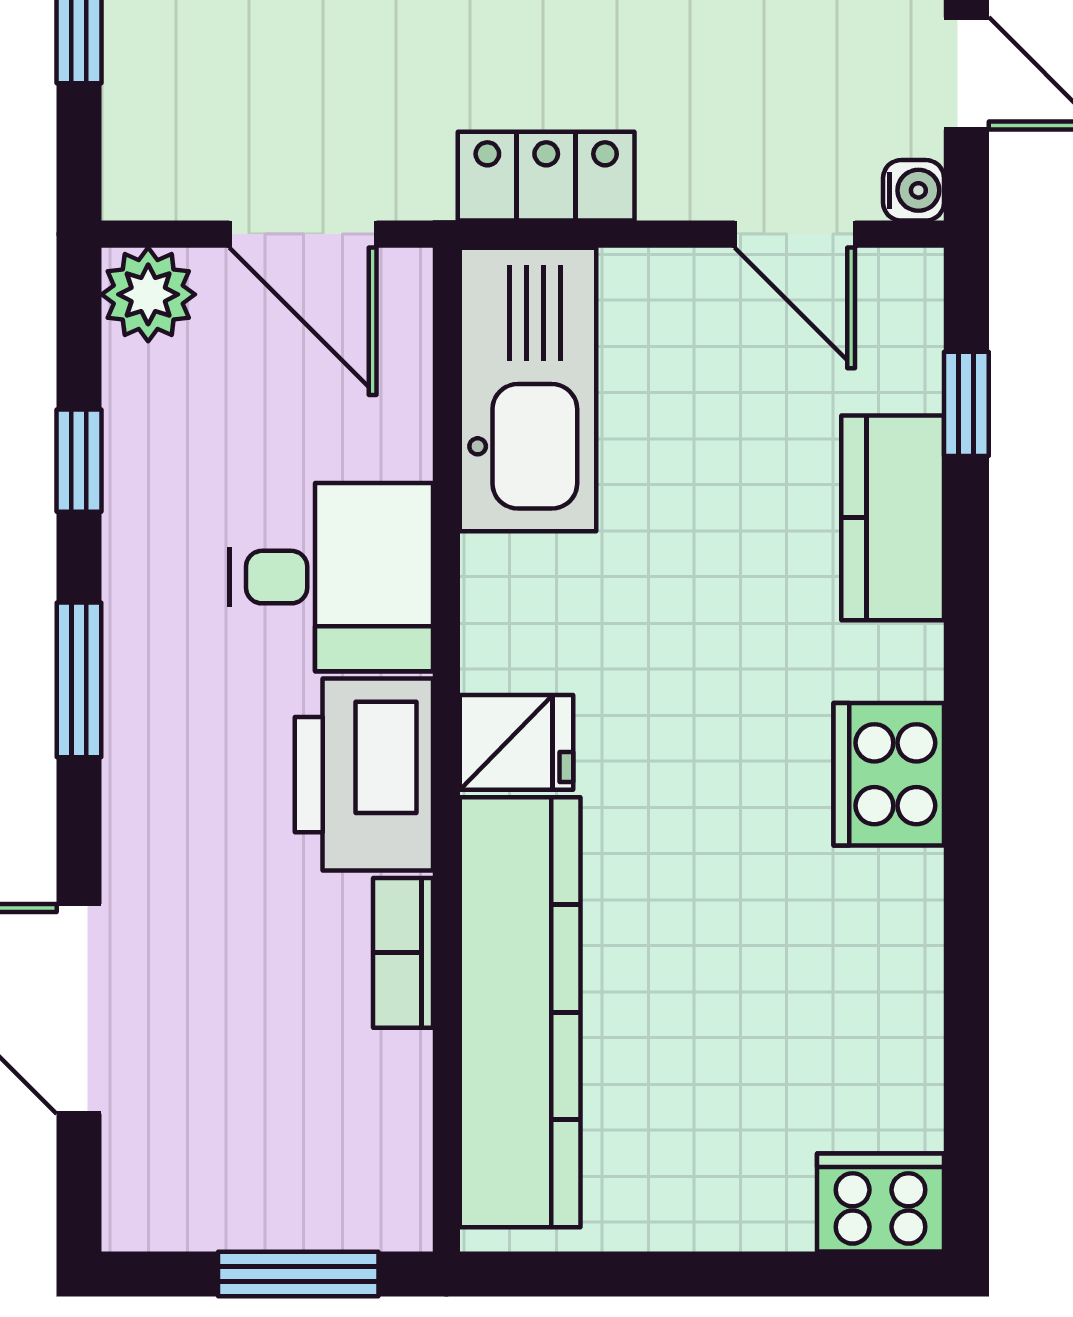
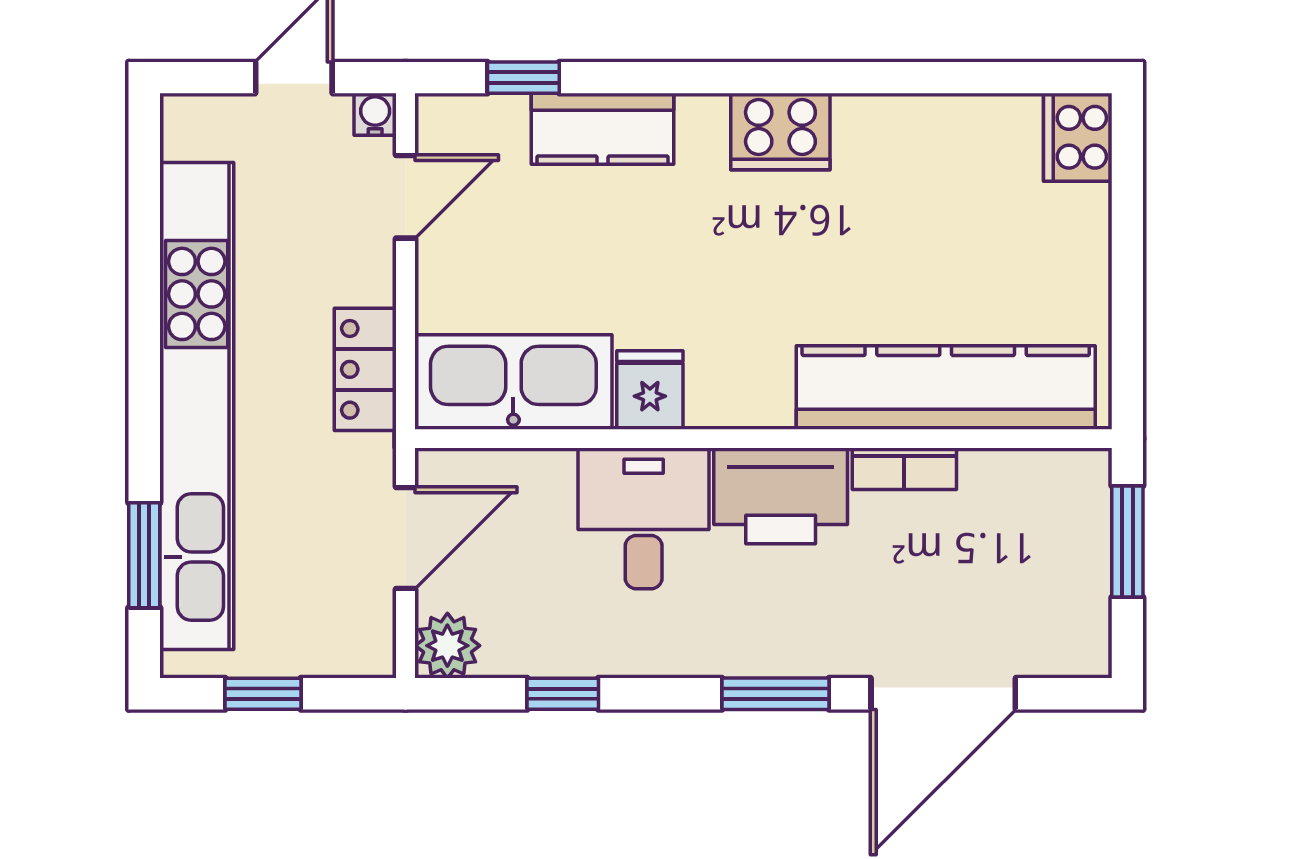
window: (79, 680) -> (776, 694), moved
fridge: (517, 742) -> (650, 390), moved

